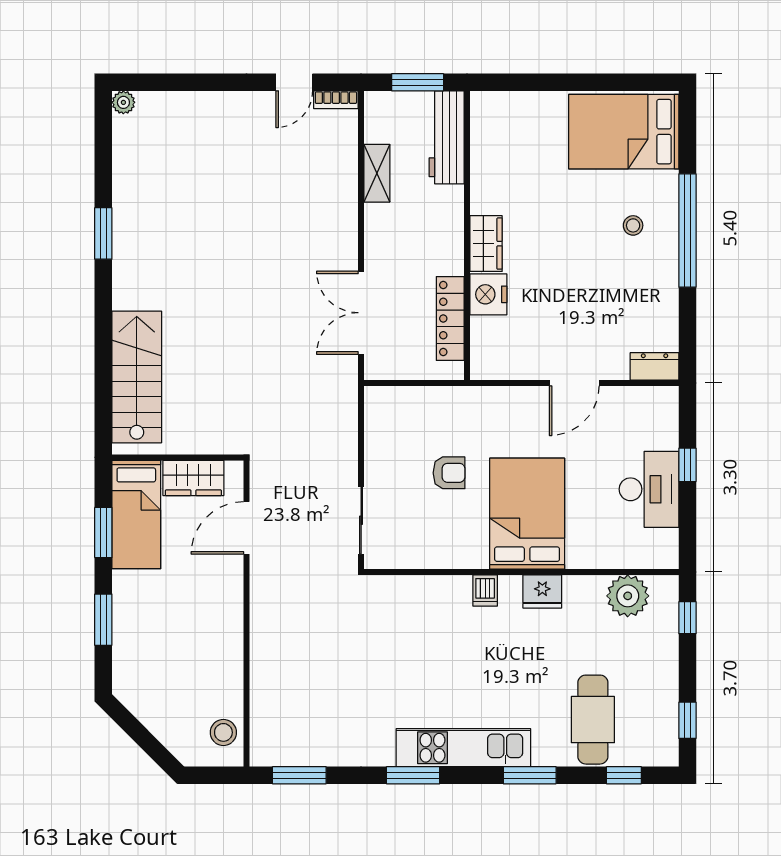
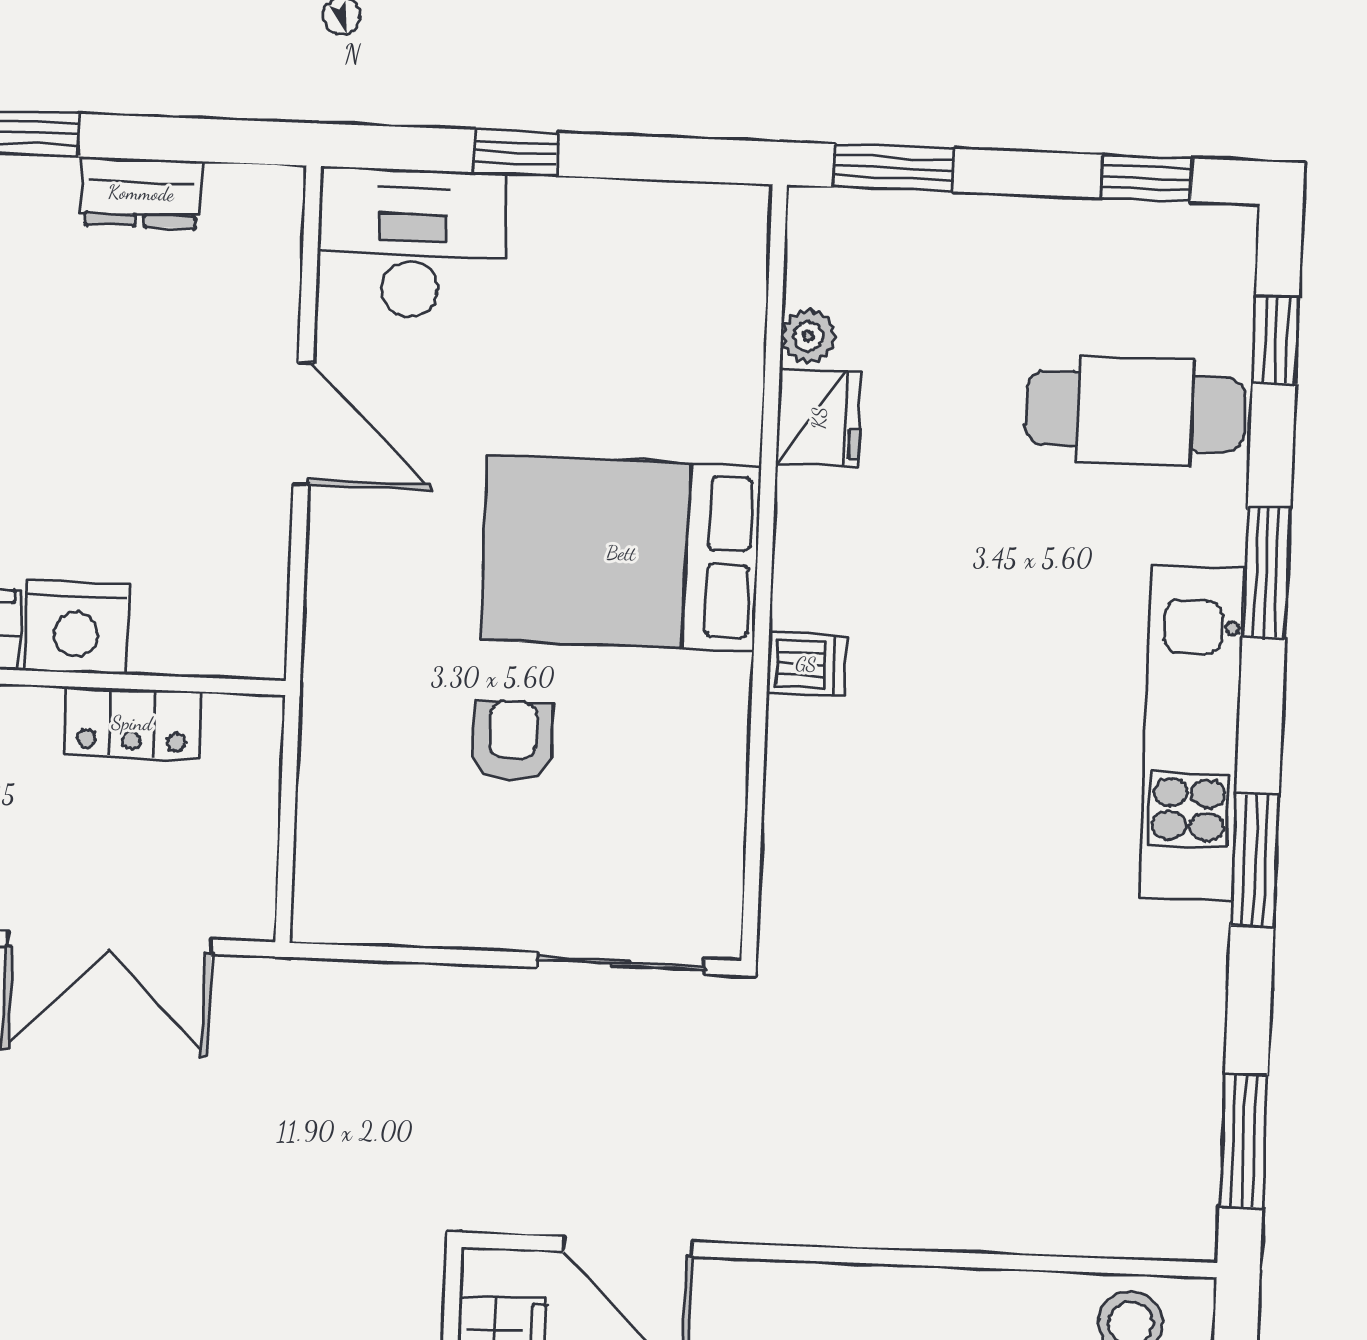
locker: (450, 319) -> (132, 723), width x0.66
dresser: (655, 366) -> (141, 193), moved, turned -90
desk: (649, 489) -> (411, 243), moved
fridge: (542, 591) -> (819, 418), moved
plant: (628, 596) -> (808, 336), width x0.53, depth x0.53
window: (687, 618) -> (893, 168), width x1.50

